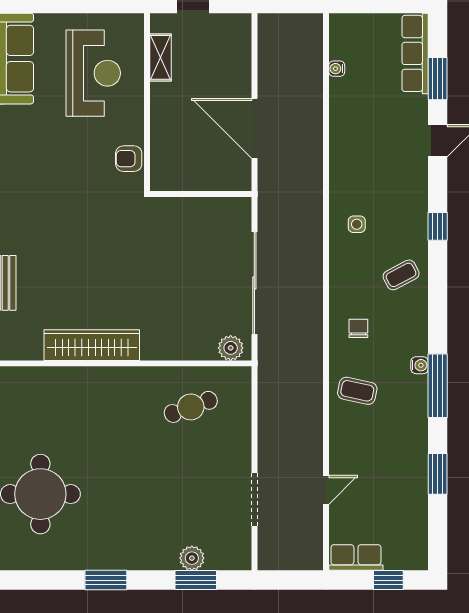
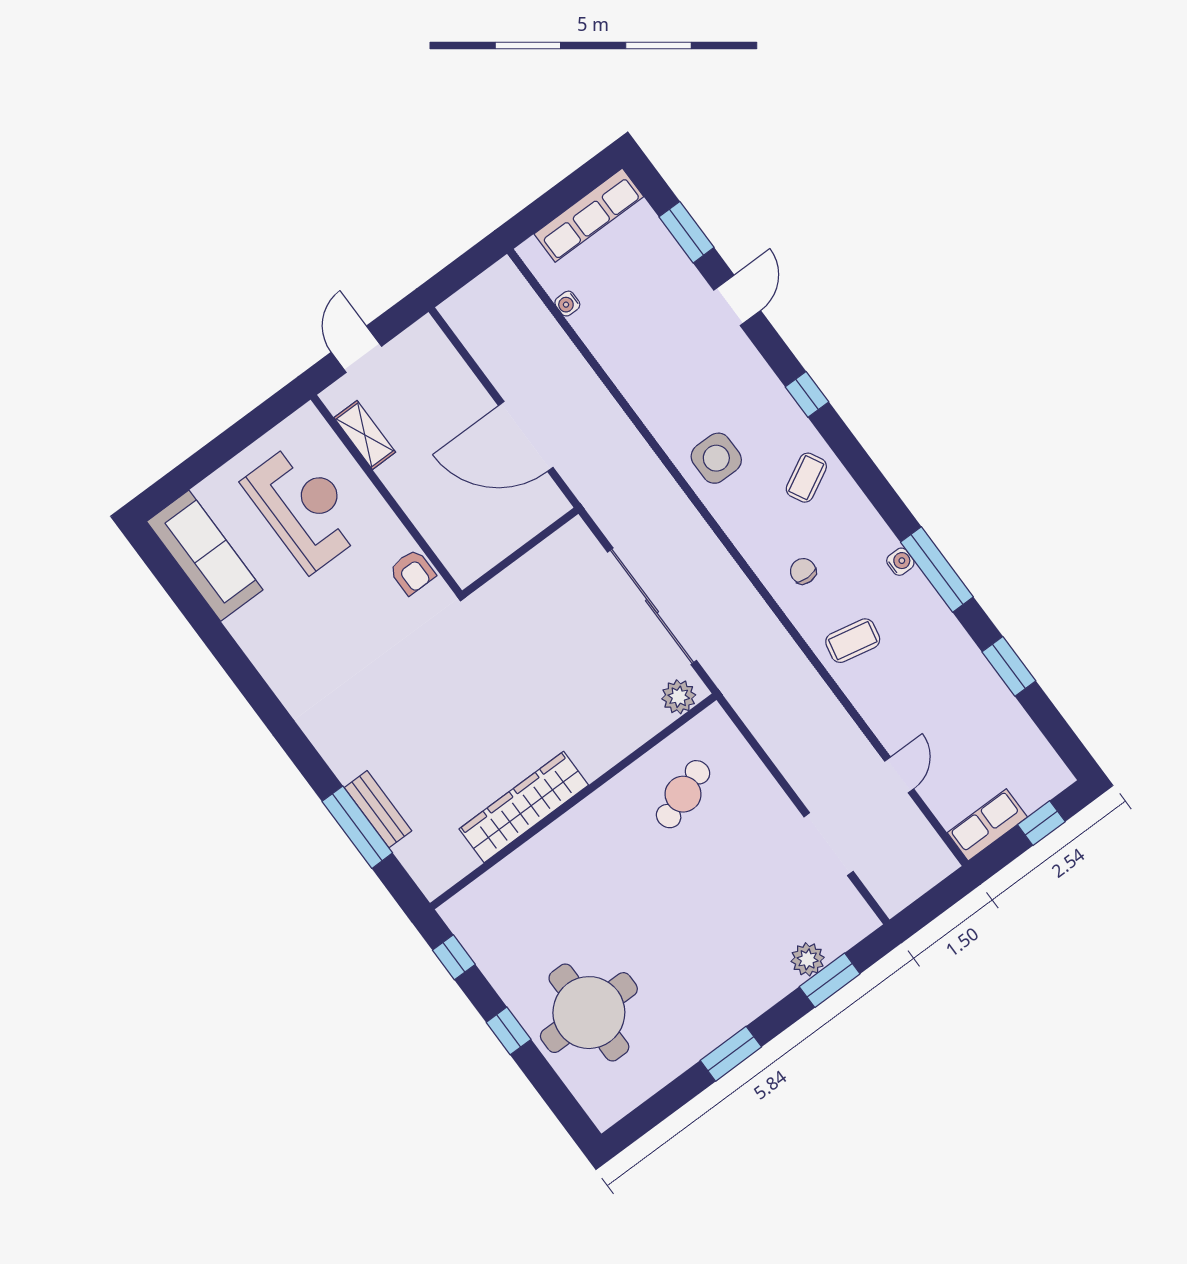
row of seats: (415, 53) -> (589, 215), moved, turned -90
armchair: (129, 159) -> (412, 572), turned -90
side table: (357, 224) -> (716, 458), width x1.87, depth x1.87

